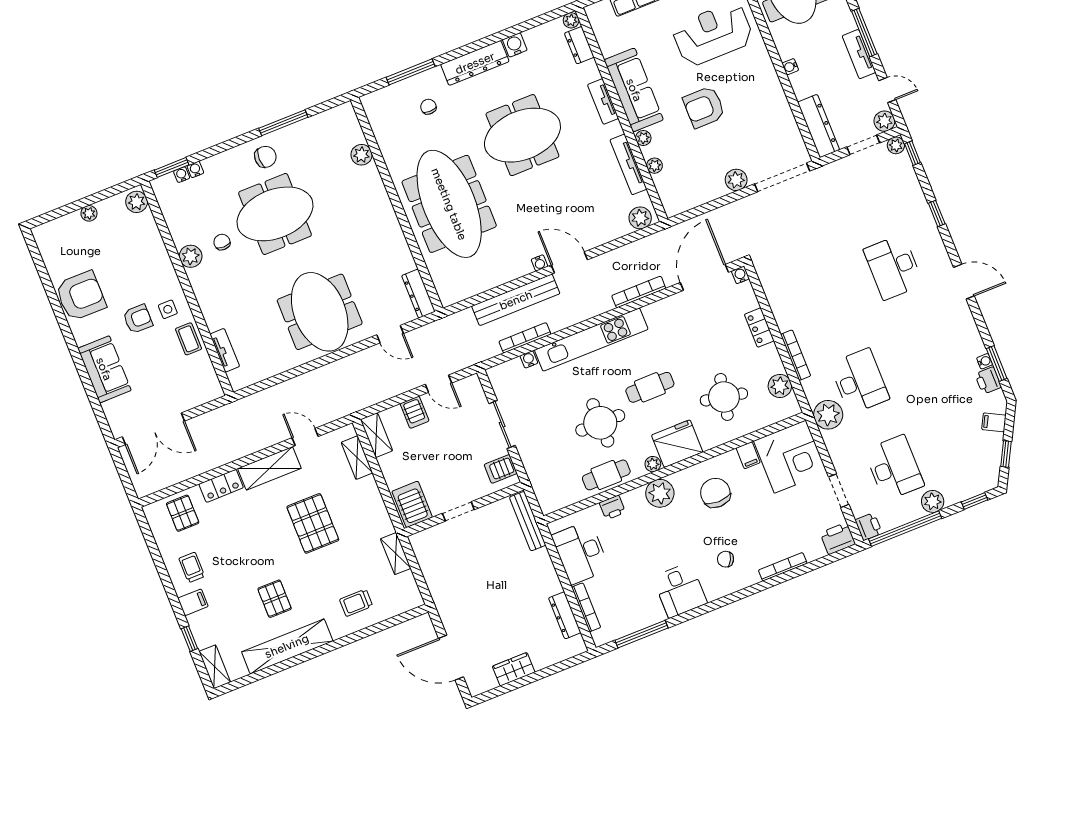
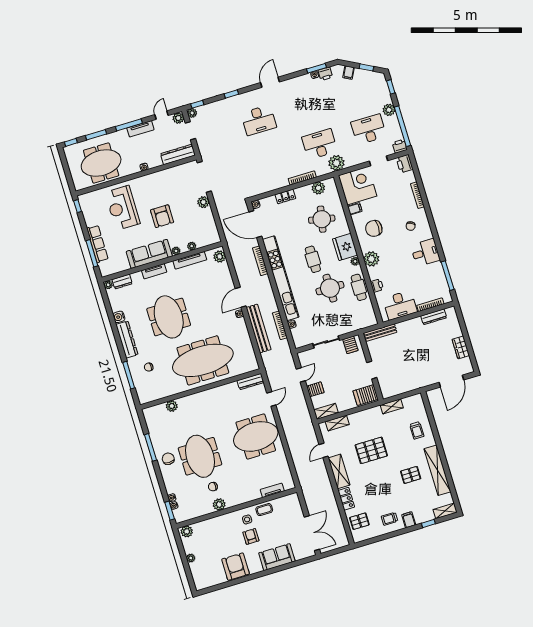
kitchen unit: (591, 340) -> (281, 278), width x1.36

